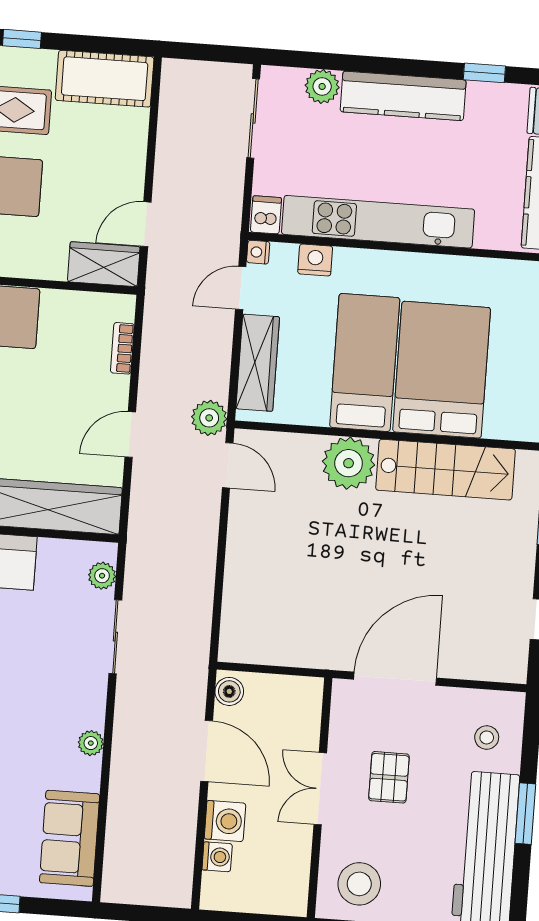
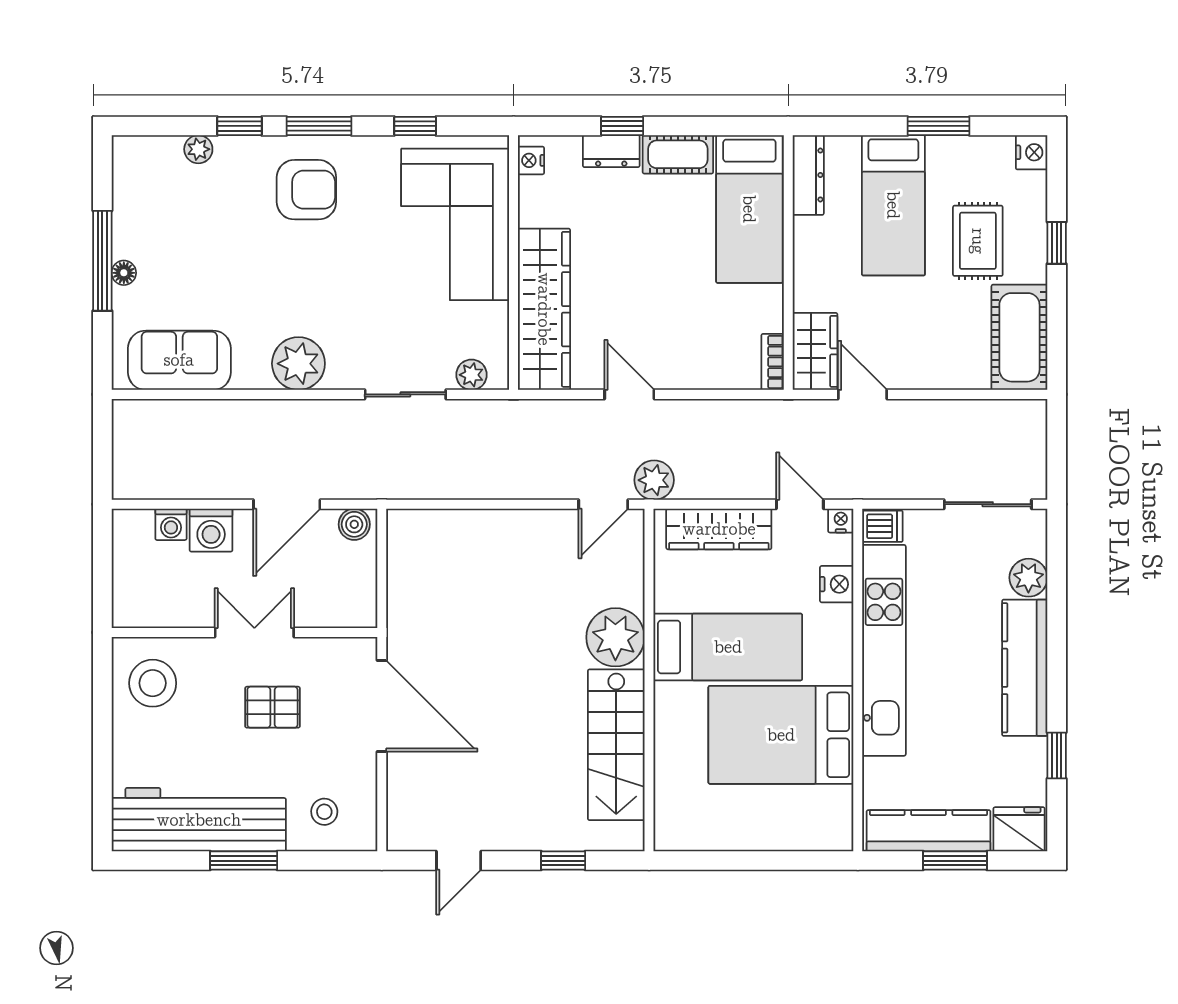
bookcase: (122, 348) -> (773, 362), moved, turned -90
bed: (442, 370) -> (781, 735), moved, turned 180
plant: (91, 743) -> (298, 364), width x1.87, depth x1.87

